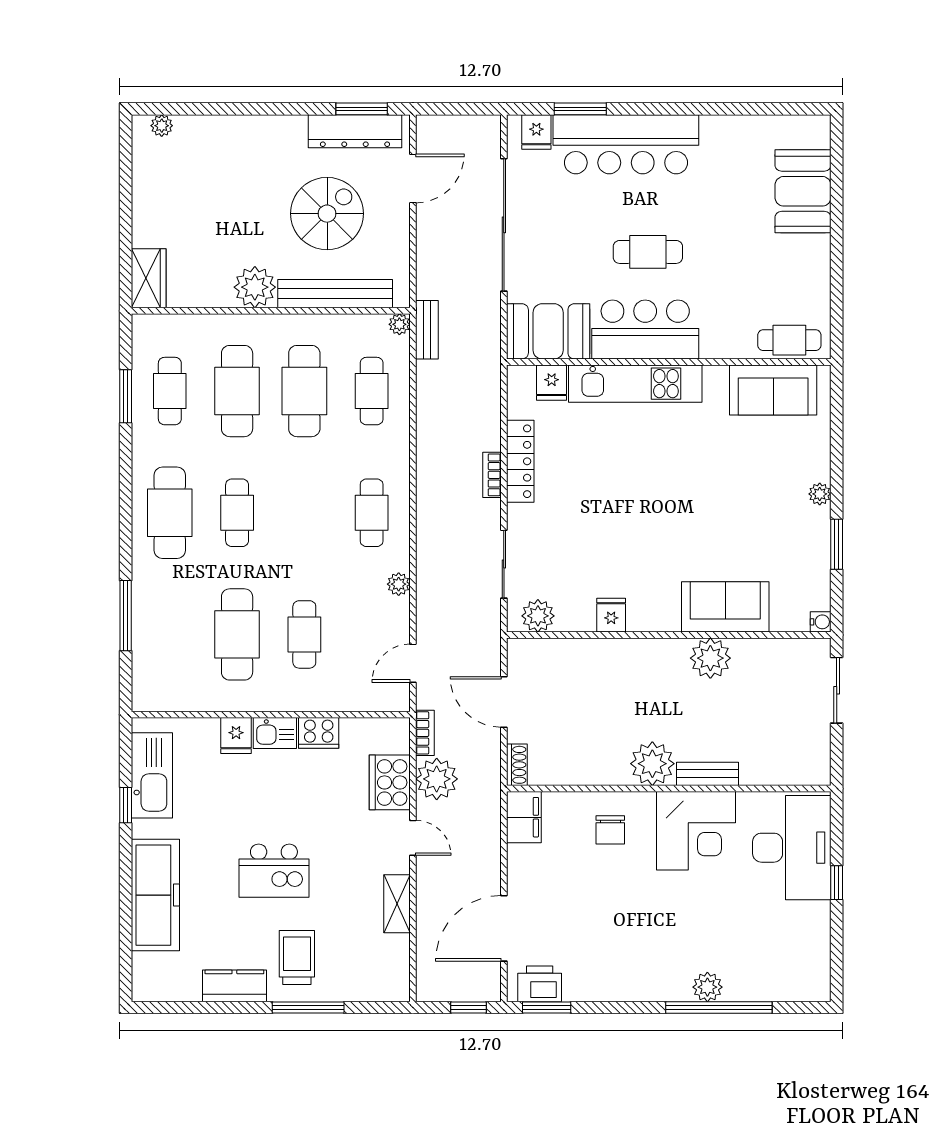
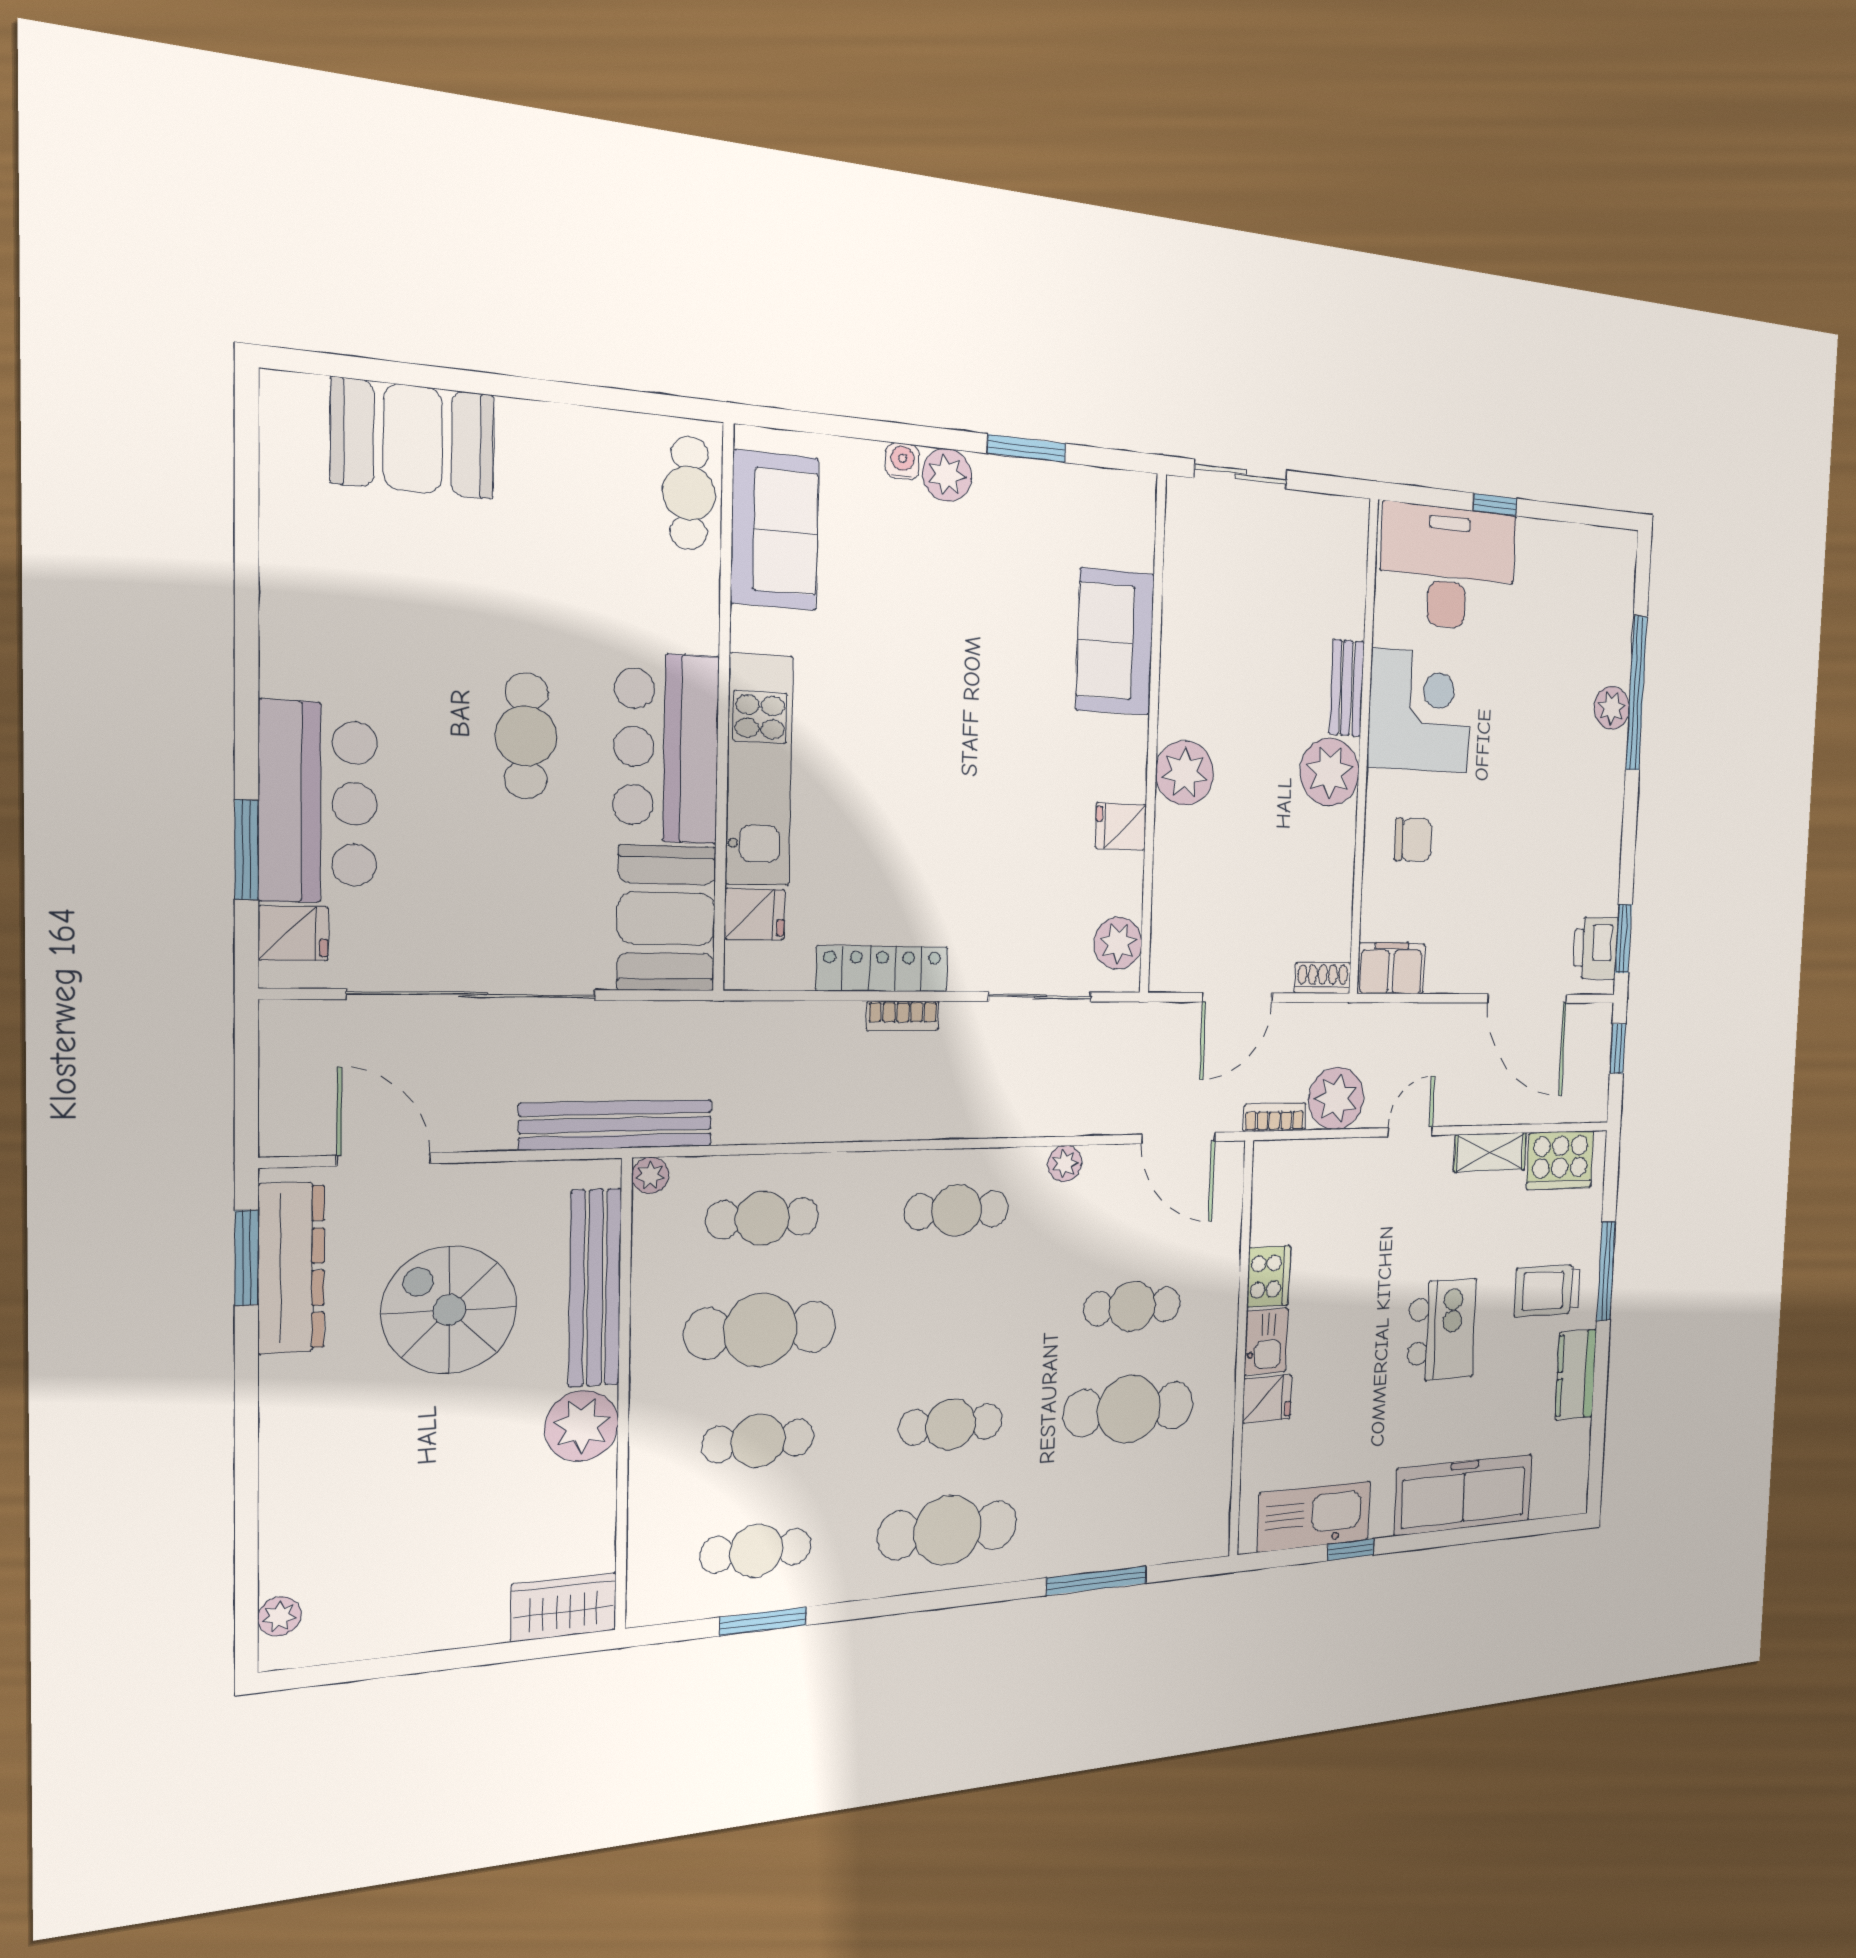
bar counter: (626, 144) -> (318, 803), width x0.73
bench: (427, 330) -> (616, 1125), width x1.86, depth x1.21
cafe table: (237, 391) -> (758, 1441), width x0.73, depth x0.74
plant: (820, 494) -> (947, 475), width x1.38, depth x1.38
water cooler: (821, 622) -> (902, 461), moved
plant: (710, 658) -> (1185, 773), moved
door: (413, 663) -> (1179, 1138), width x1.38
cooker: (390, 782) -> (1560, 1160), moved

